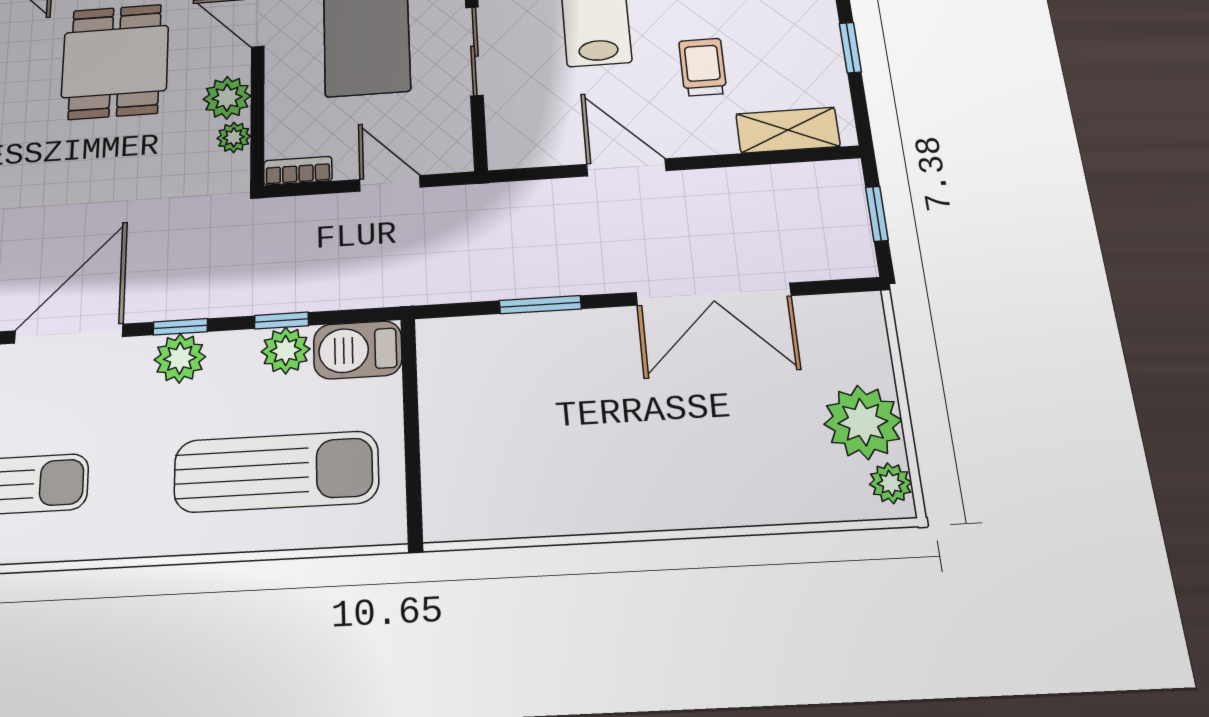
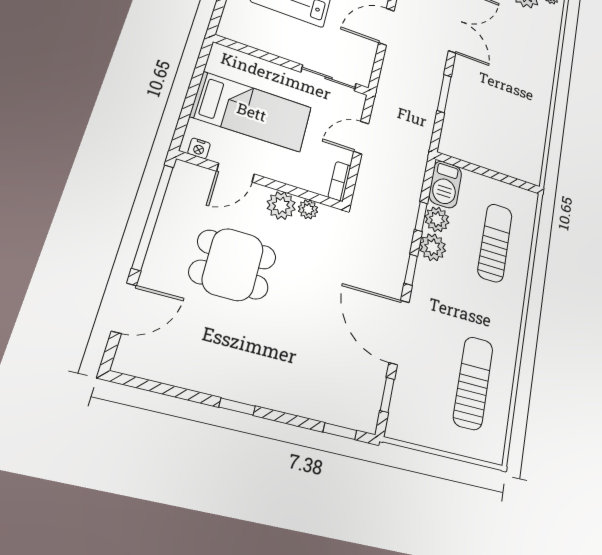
sliding door: (474, 51) -> (329, 78), moved
plant: (180, 358) -> (433, 247), moved
sun lounger: (276, 472) -> (495, 243), width x0.73, depth x0.75

